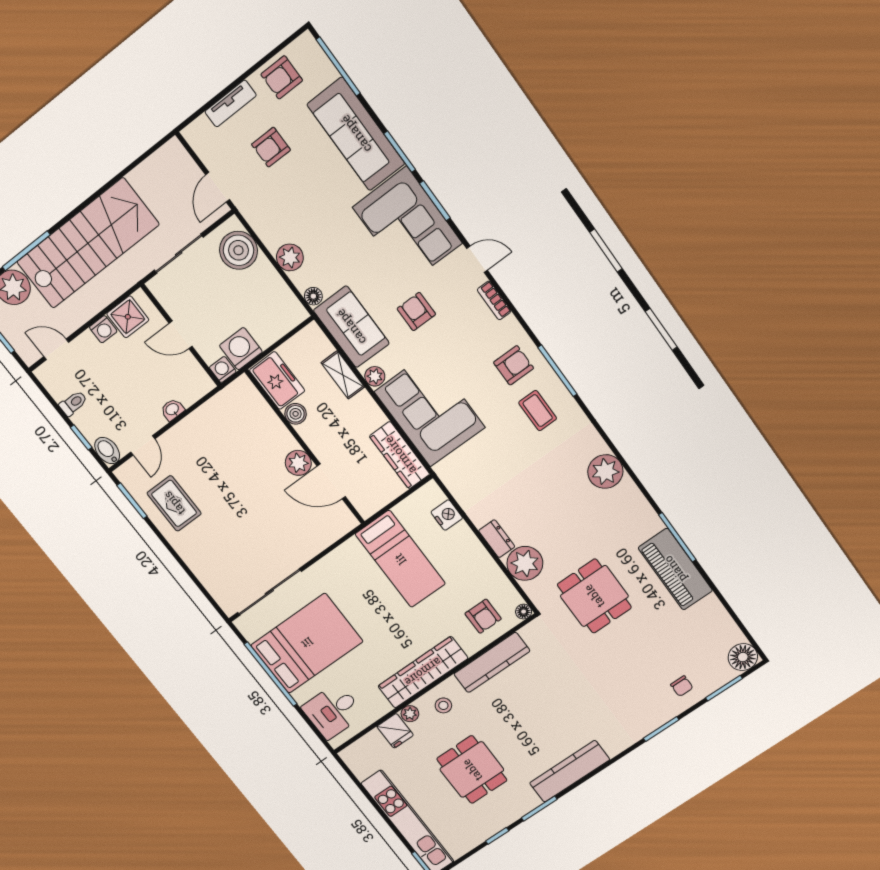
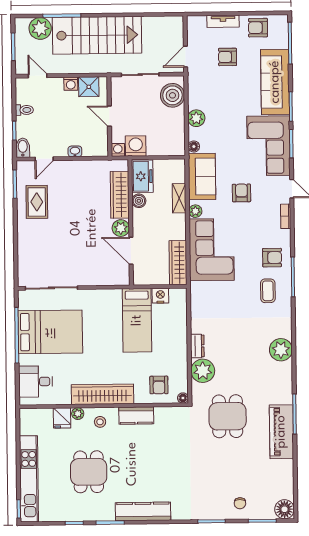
wardrobe: (267, 423) -> (120, 195), added
nightstand: (447, 515) -> (160, 296), moved, turned -90
kitchen counter: (492, 662) -> (136, 416), width x0.67

